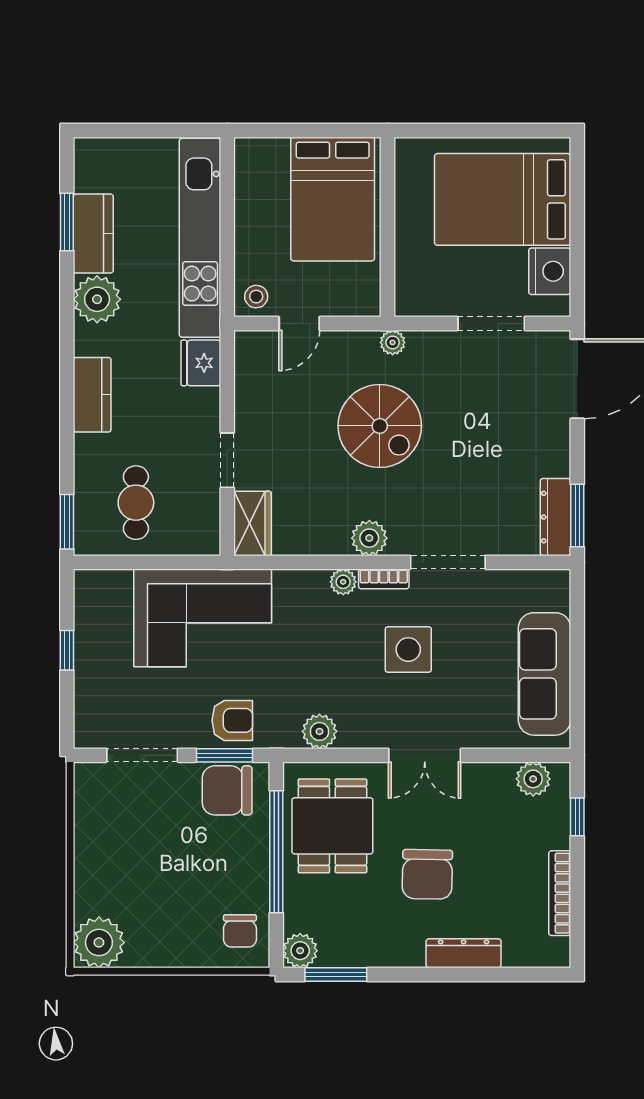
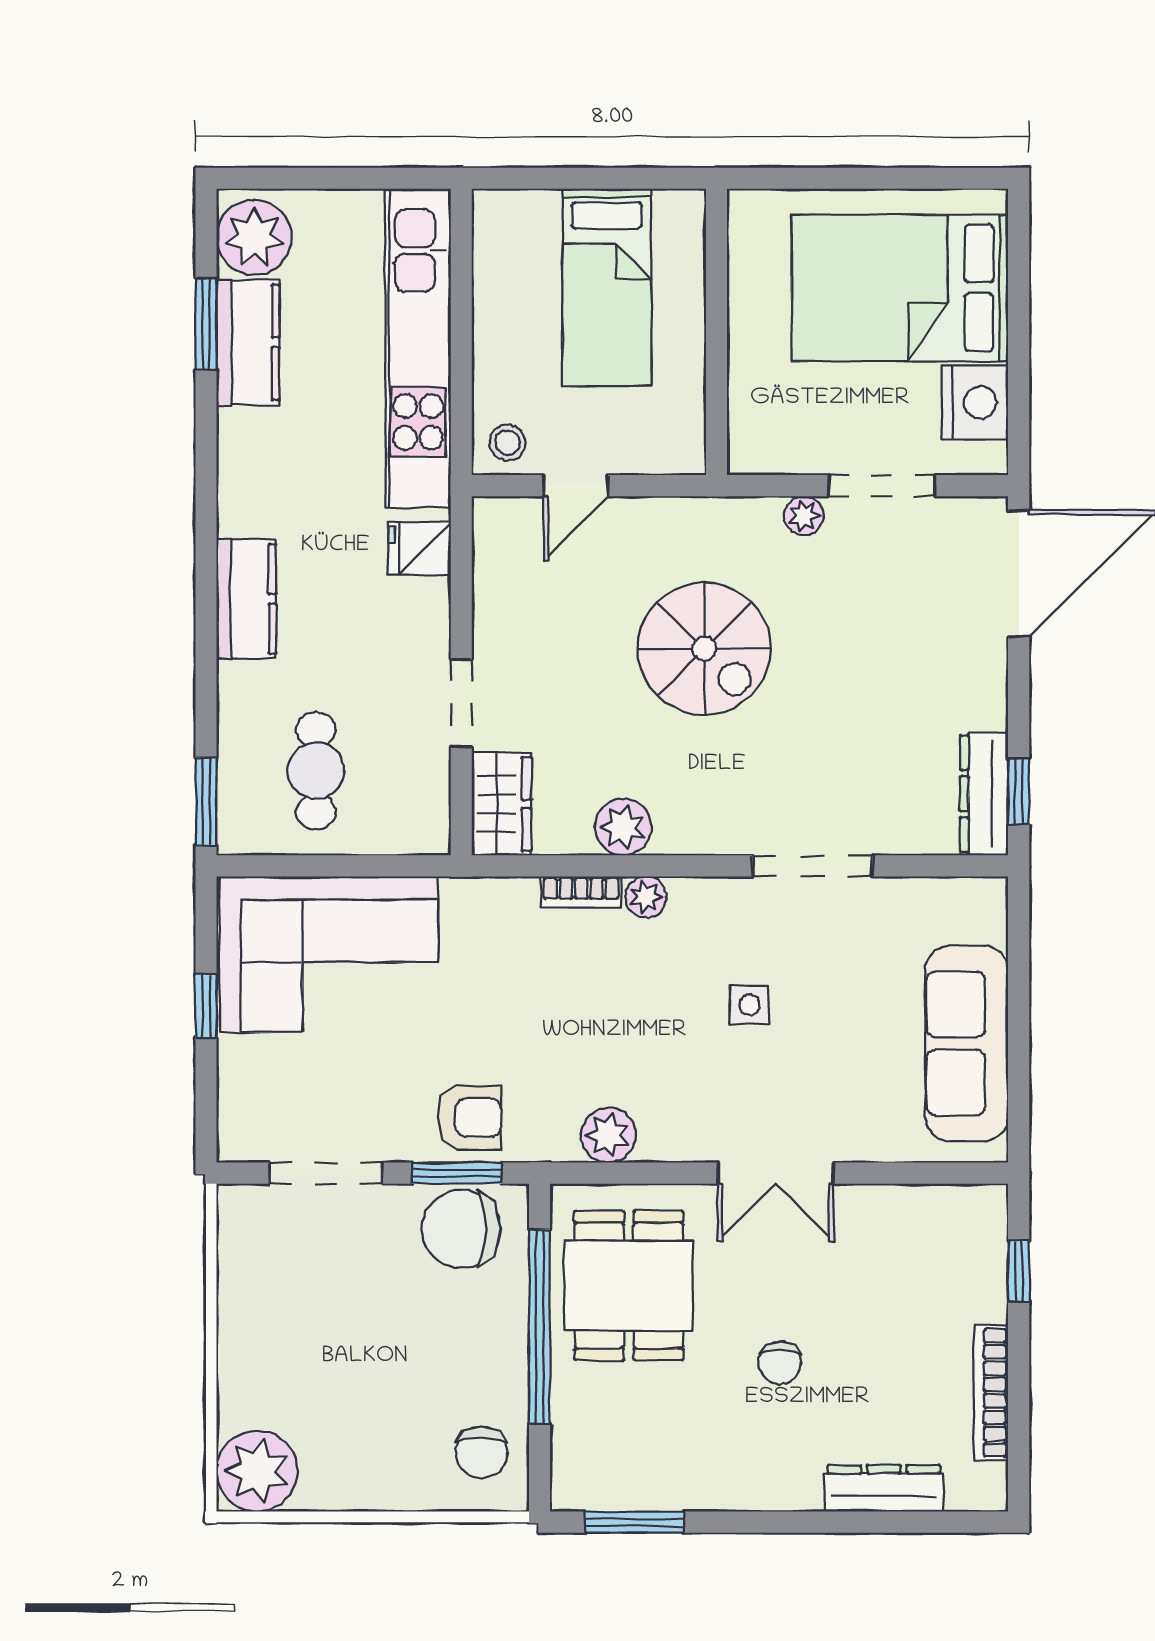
bed: (333, 199) -> (607, 287), width x0.67
plant: (97, 299) -> (254, 238), moved
plant: (393, 342) -> (804, 516), moved
fridge: (201, 363) -> (419, 548), width x0.72
window: (577, 516) -> (1019, 791), width x0.67
plant: (369, 538) -> (623, 827), moved
bookcase: (384, 579) -> (581, 892), moved
corner sofa: (203, 618) -> (329, 954), moved
side table: (408, 650) -> (750, 1005), width x0.54, depth x0.54
plant: (533, 779) -> (948, 1211), removed
chair: (427, 874) -> (780, 1363), width x0.54, depth x0.54
plant: (300, 951) -> (577, 1484), removed
dresser: (464, 953) -> (884, 1488), moved

